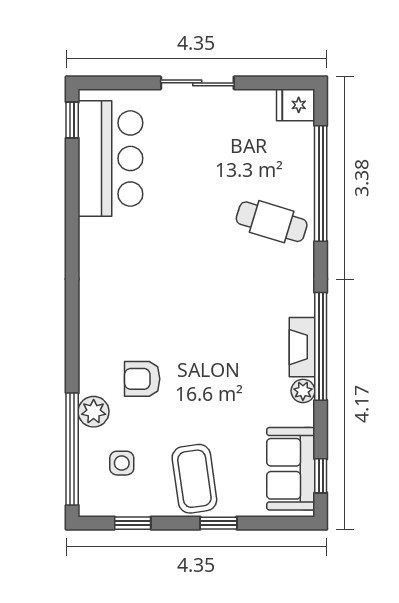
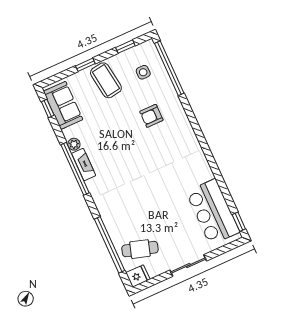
cafe table: (272, 222) -> (140, 249), moved
armchair: (142, 379) -> (151, 116), turned 180
plant: (94, 412) -> (167, 90), removed

